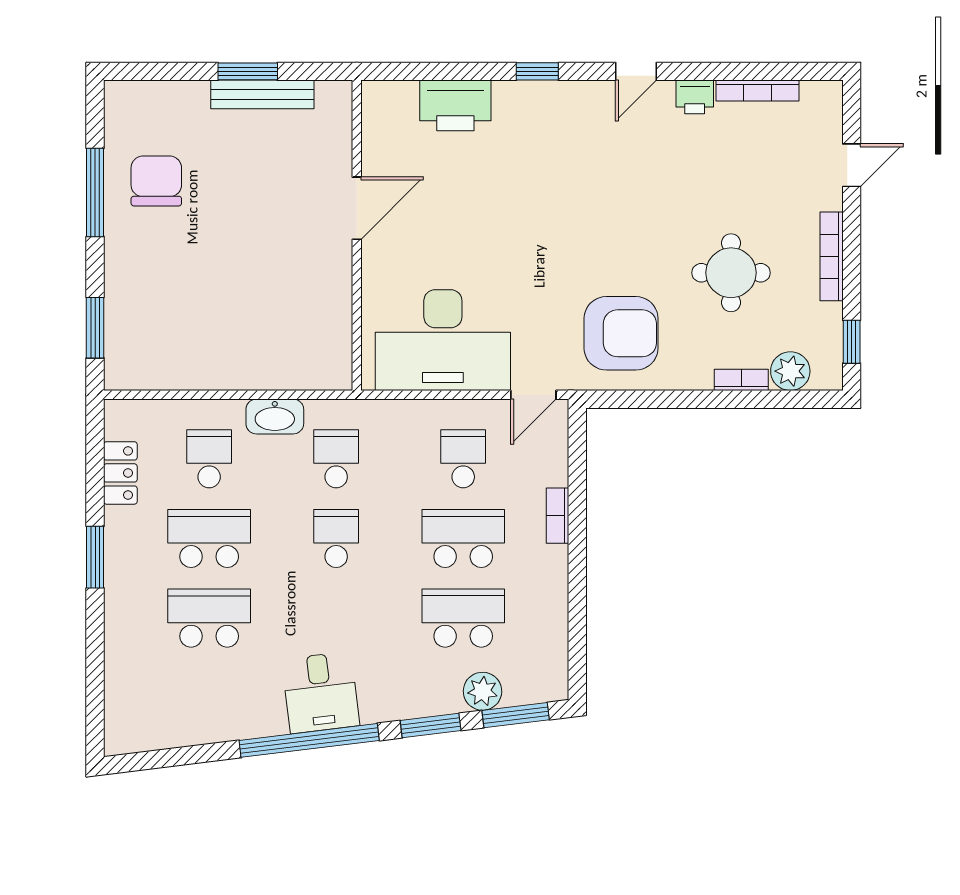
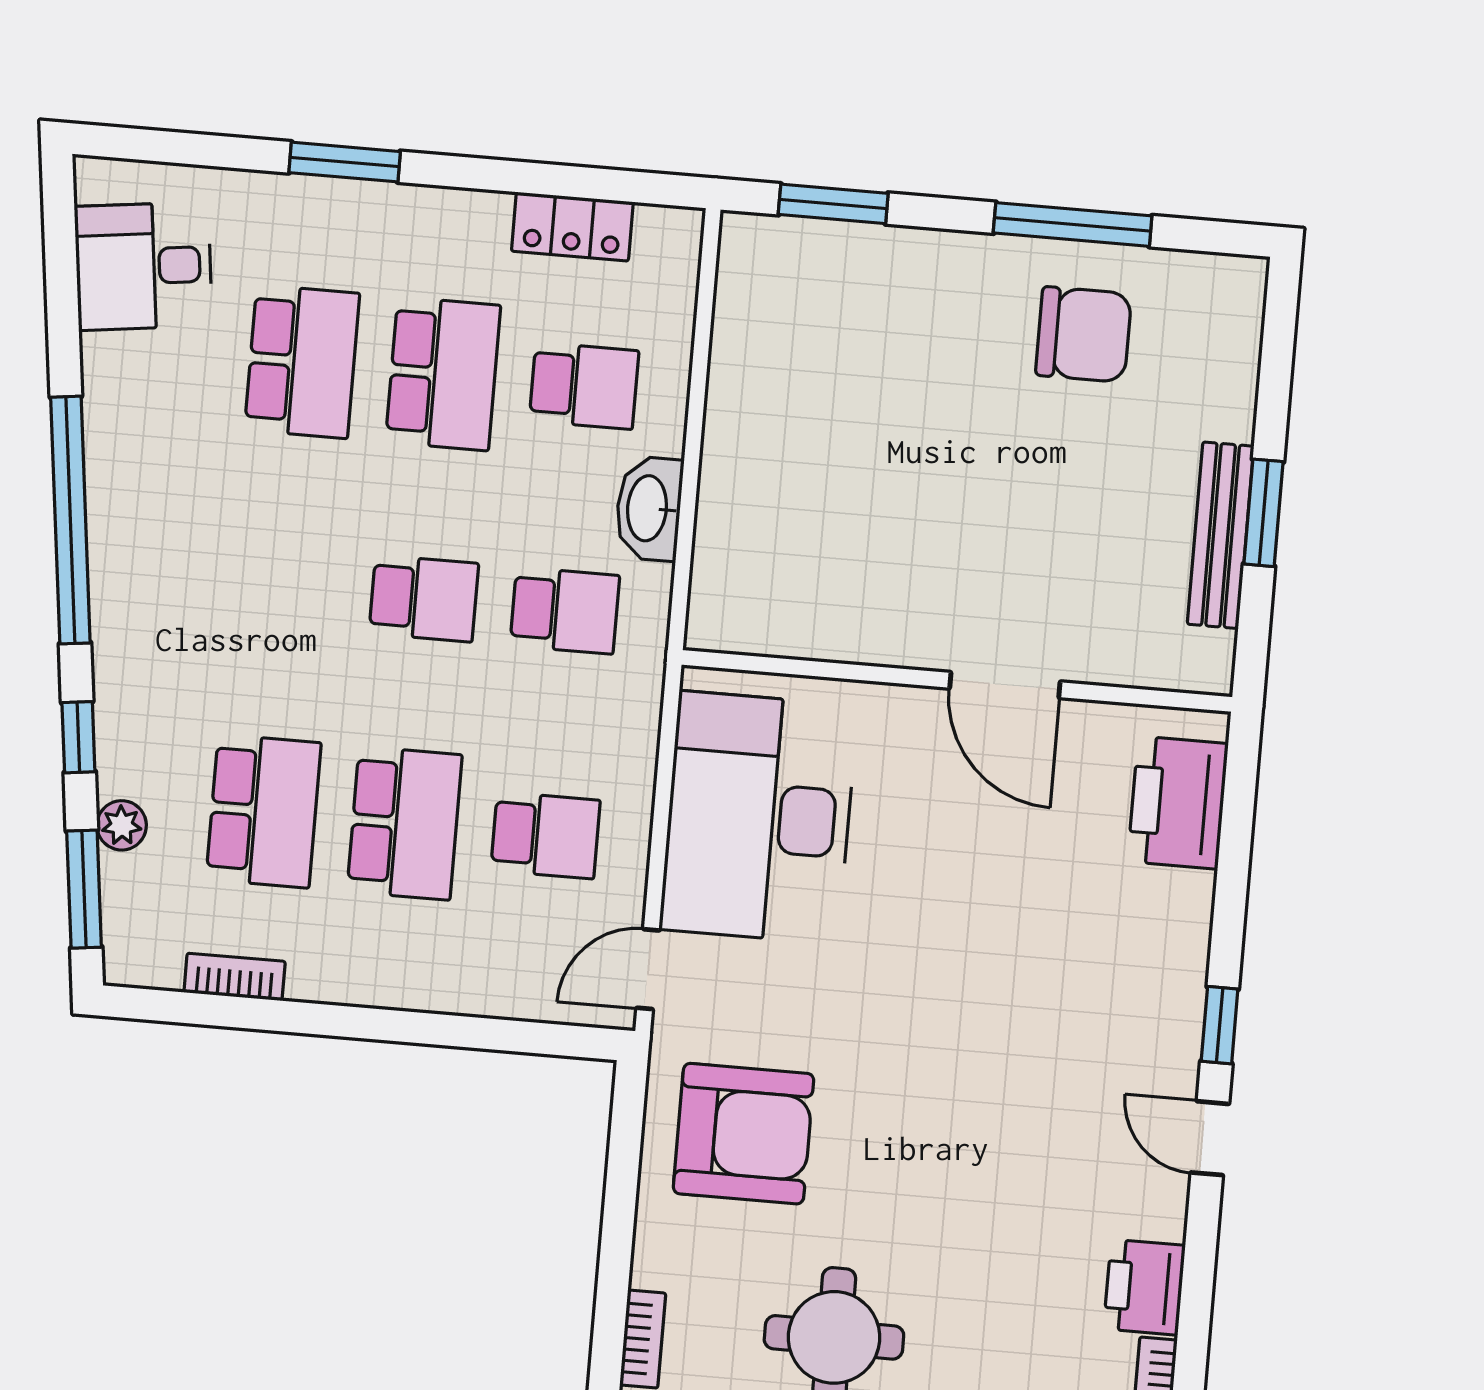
door: (636, 71) -> (1210, 1138), moved
printer: (695, 97) -> (1144, 1287), width x1.36, depth x1.24
printer: (455, 105) -> (1178, 803), moved
armchair: (621, 333) -> (744, 1134), turned -90
door: (533, 395) -> (648, 969), hinge flipped
bookcase: (558, 516) -> (235, 977), moved
window: (95, 557) -> (345, 162), moved
plant: (483, 691) -> (122, 825), width x0.73, depth x0.73
desk: (321, 692) -> (143, 266), moved
window: (431, 726) -> (78, 737), width x0.67

